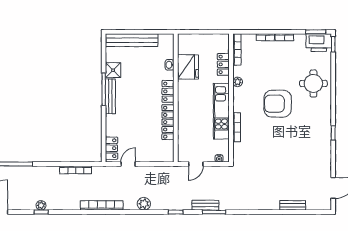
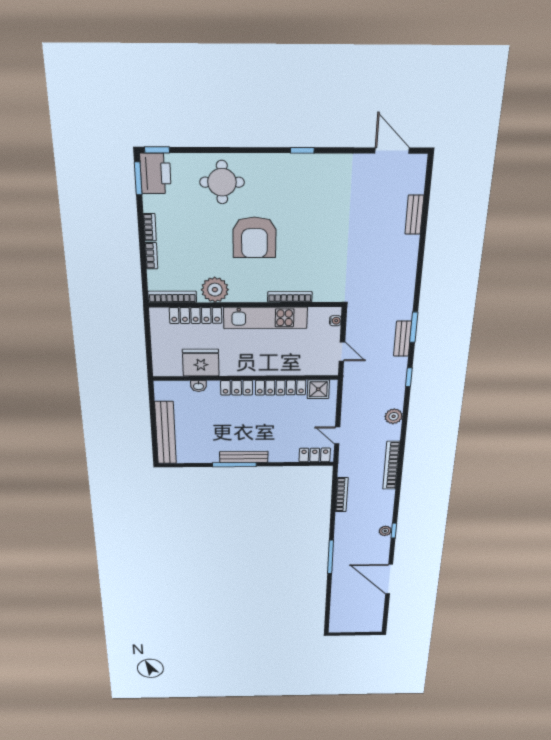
locker: (223, 64) -> (196, 315), width x1.53
shower: (113, 70) -> (318, 389), moved
plant: (238, 82) -> (215, 290), width x1.87, depth x1.87

